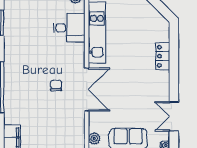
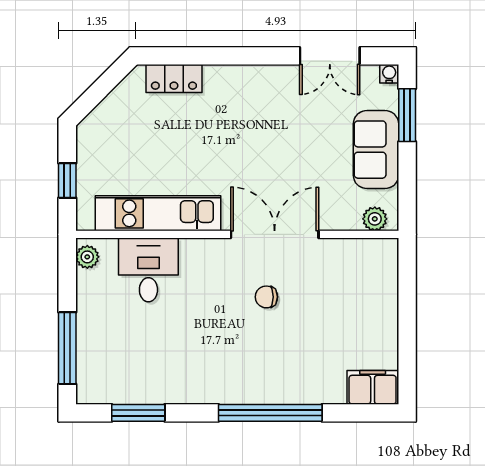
locker: (163, 56) -> (174, 79), moved

